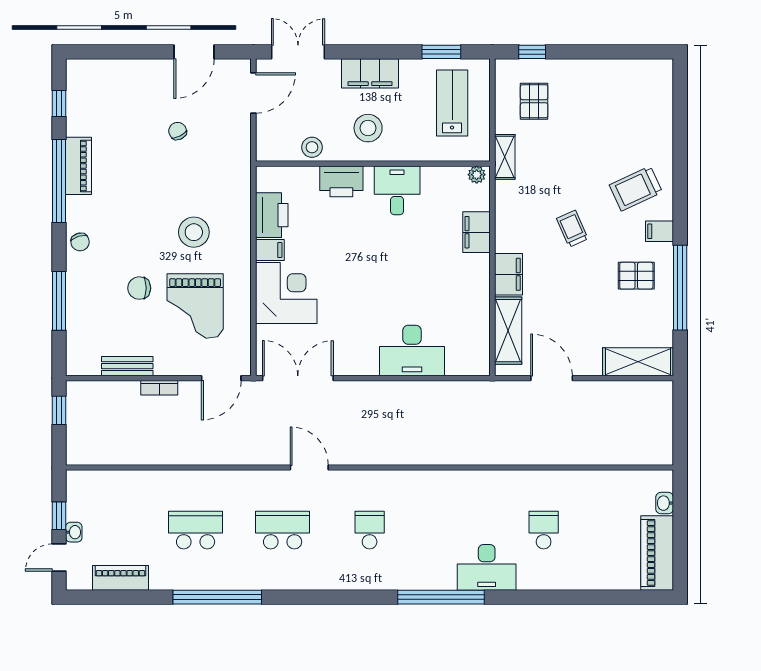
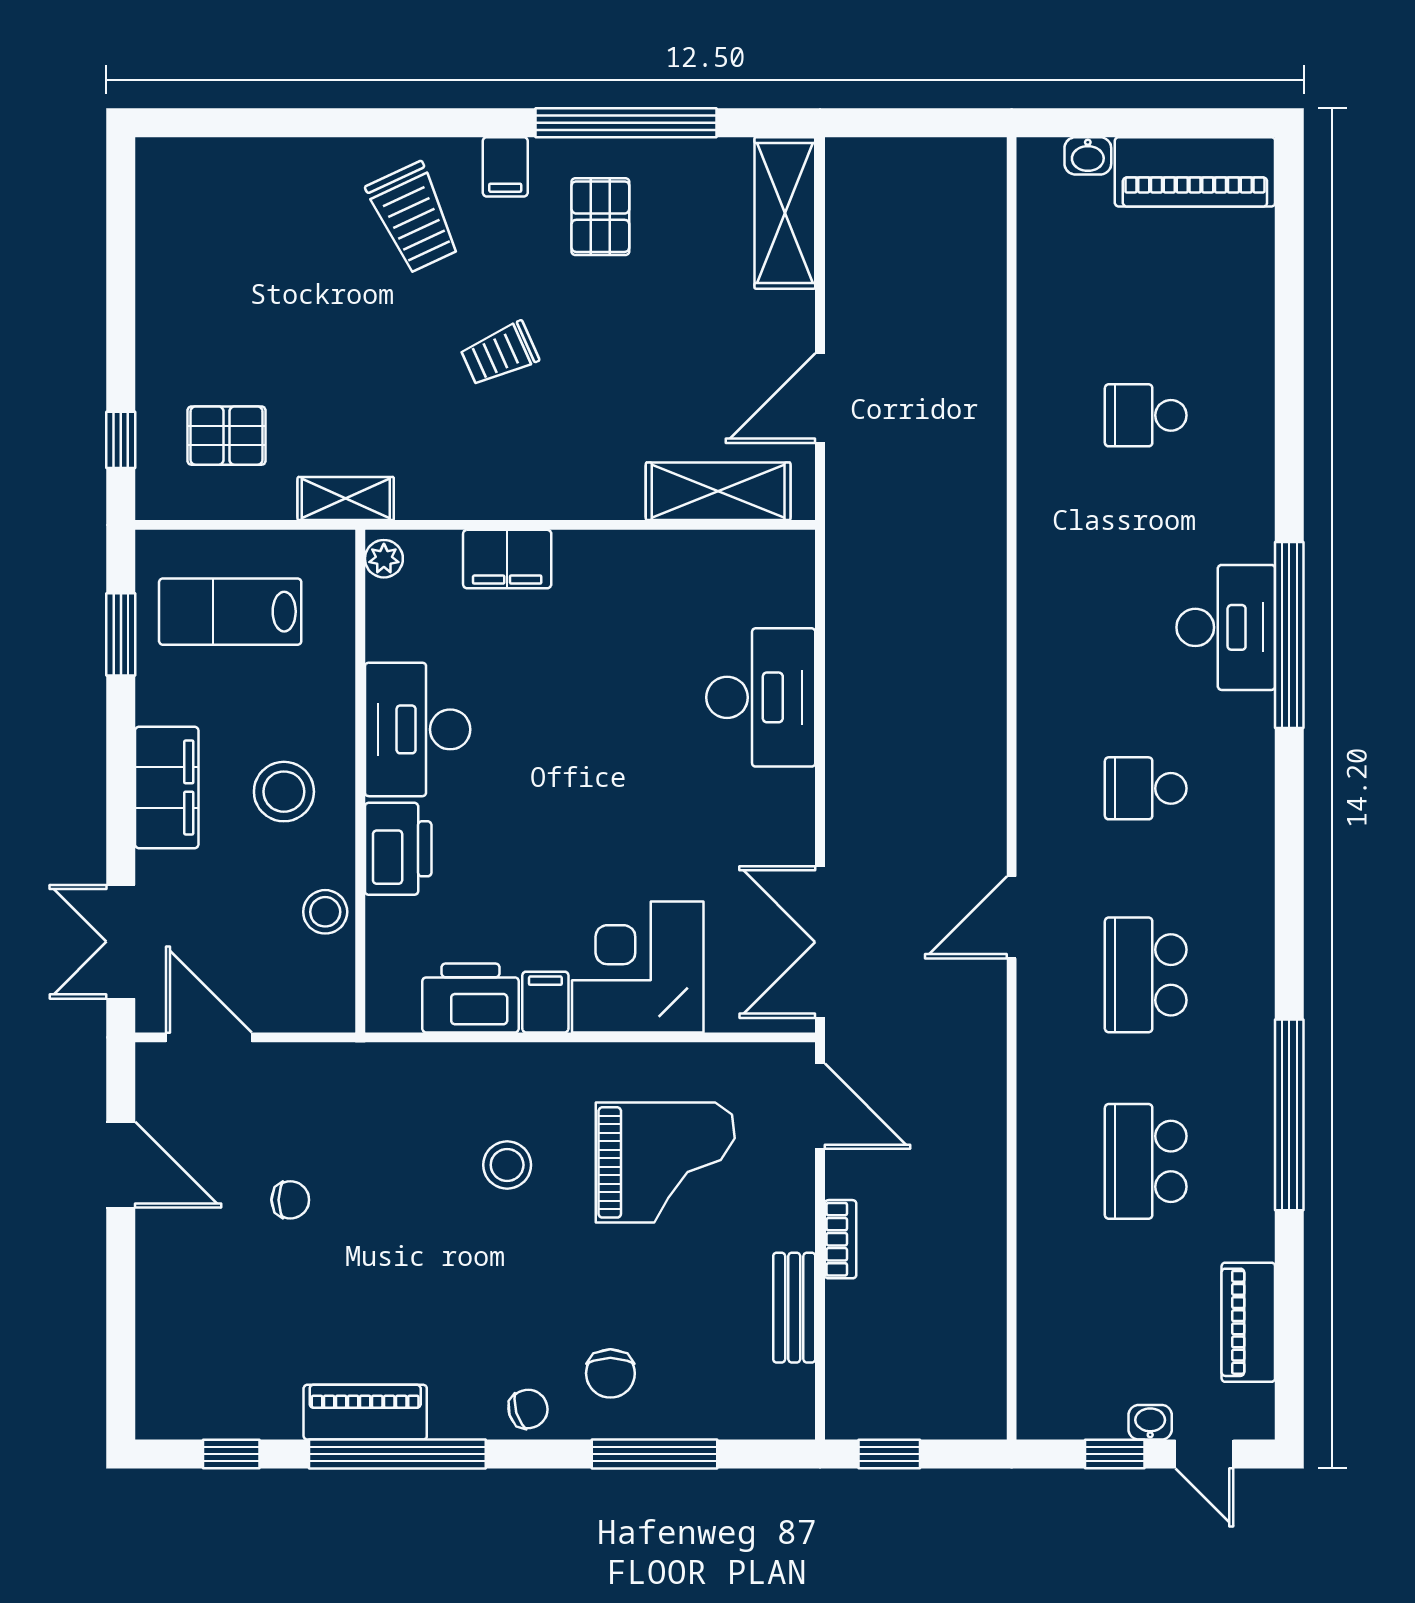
chair: (178, 131) -> (290, 1200), turned -153
desk: (397, 190) -> (418, 729), width x1.37
stool: (194, 232) -> (507, 1165), width x0.73, depth x0.73
filing cabinet: (509, 274) -> (597, 490), removed
chair: (139, 288) -> (610, 1373), moved
desk: (487, 567) -> (1226, 627), moved

